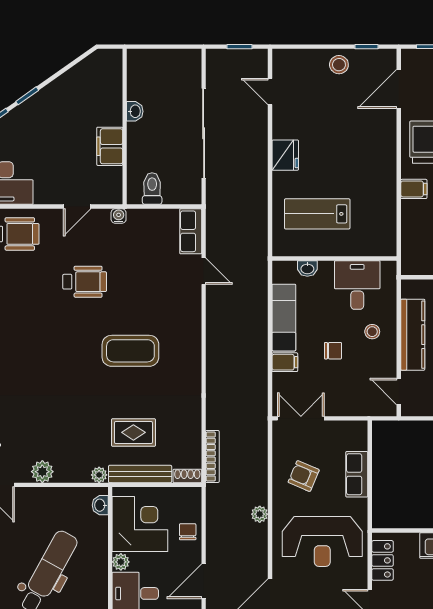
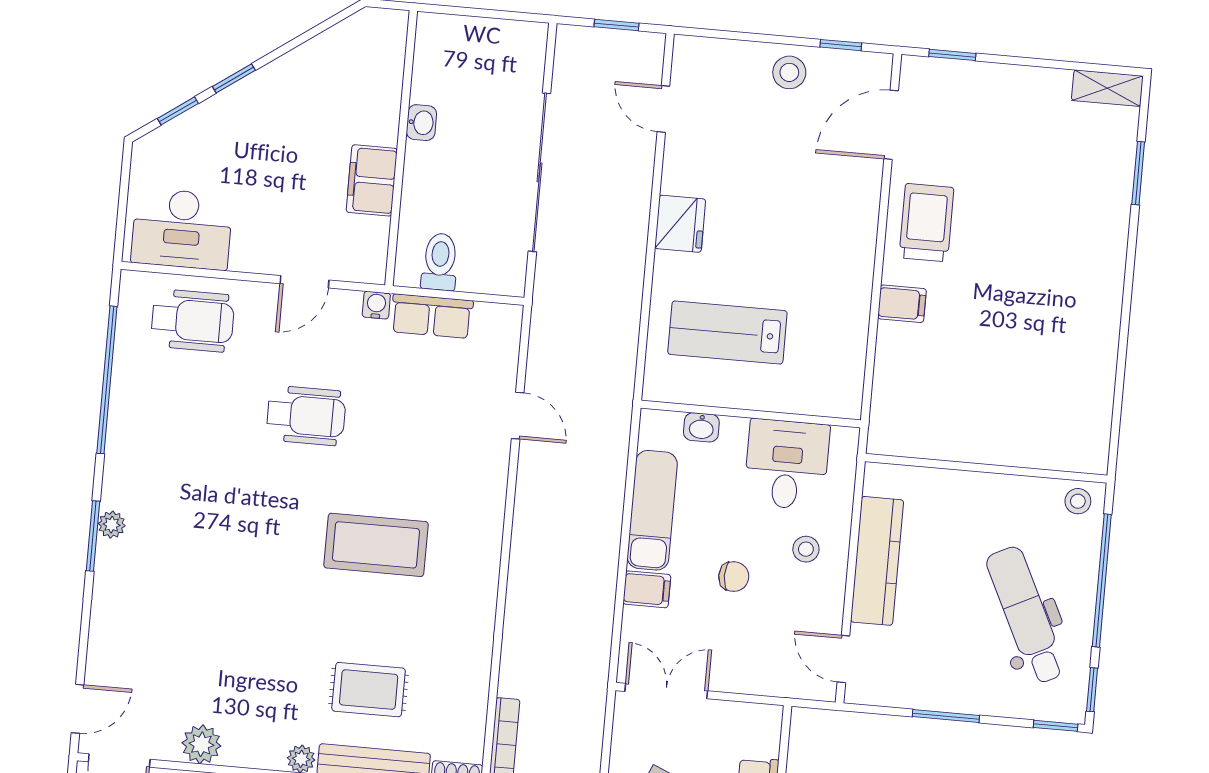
row of seats: (191, 231) -> (432, 316), moved, turned -90

